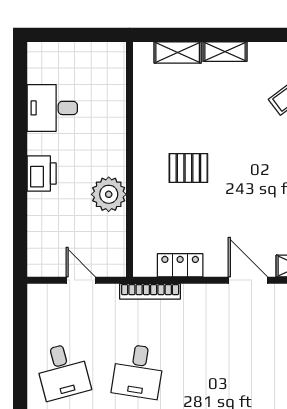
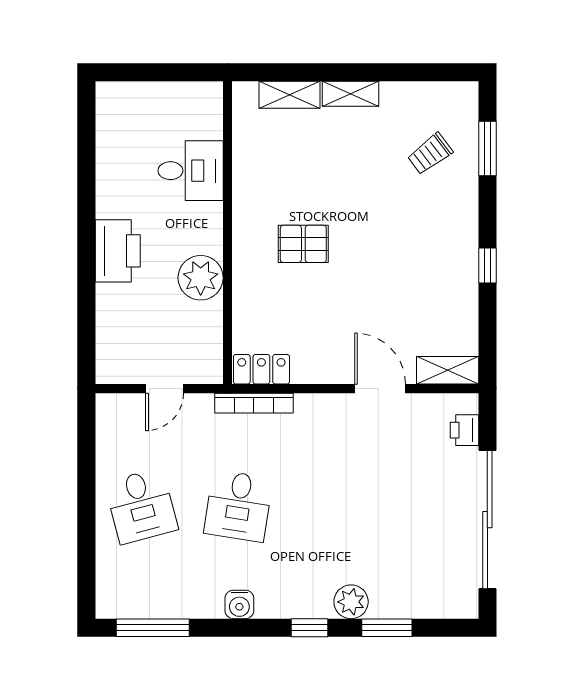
desk: (52, 108) -> (191, 171), moved, turned 180
printer: (42, 173) -> (118, 251), width x1.37, depth x1.19
locker: (180, 265) -> (261, 369), moved
door: (81, 280) -> (165, 389), swing flipped

